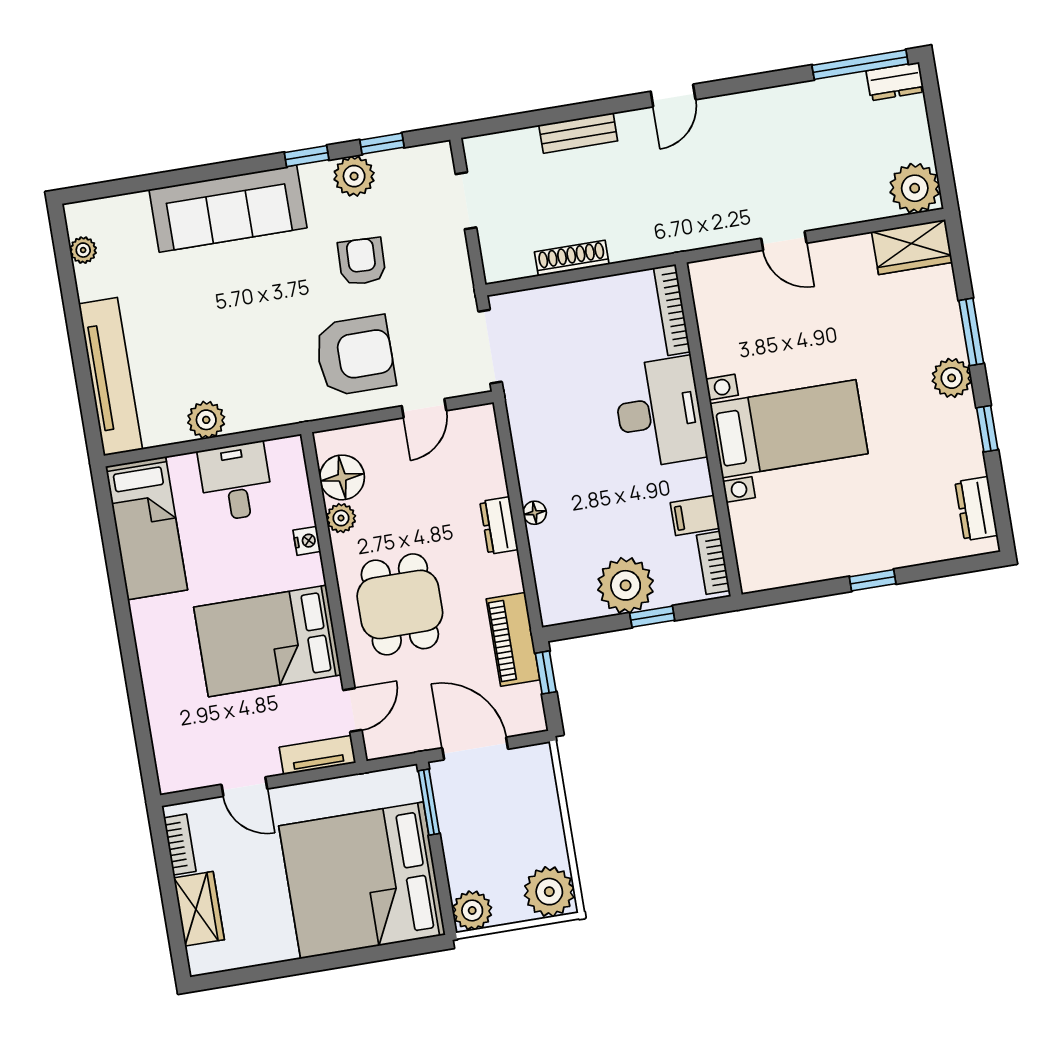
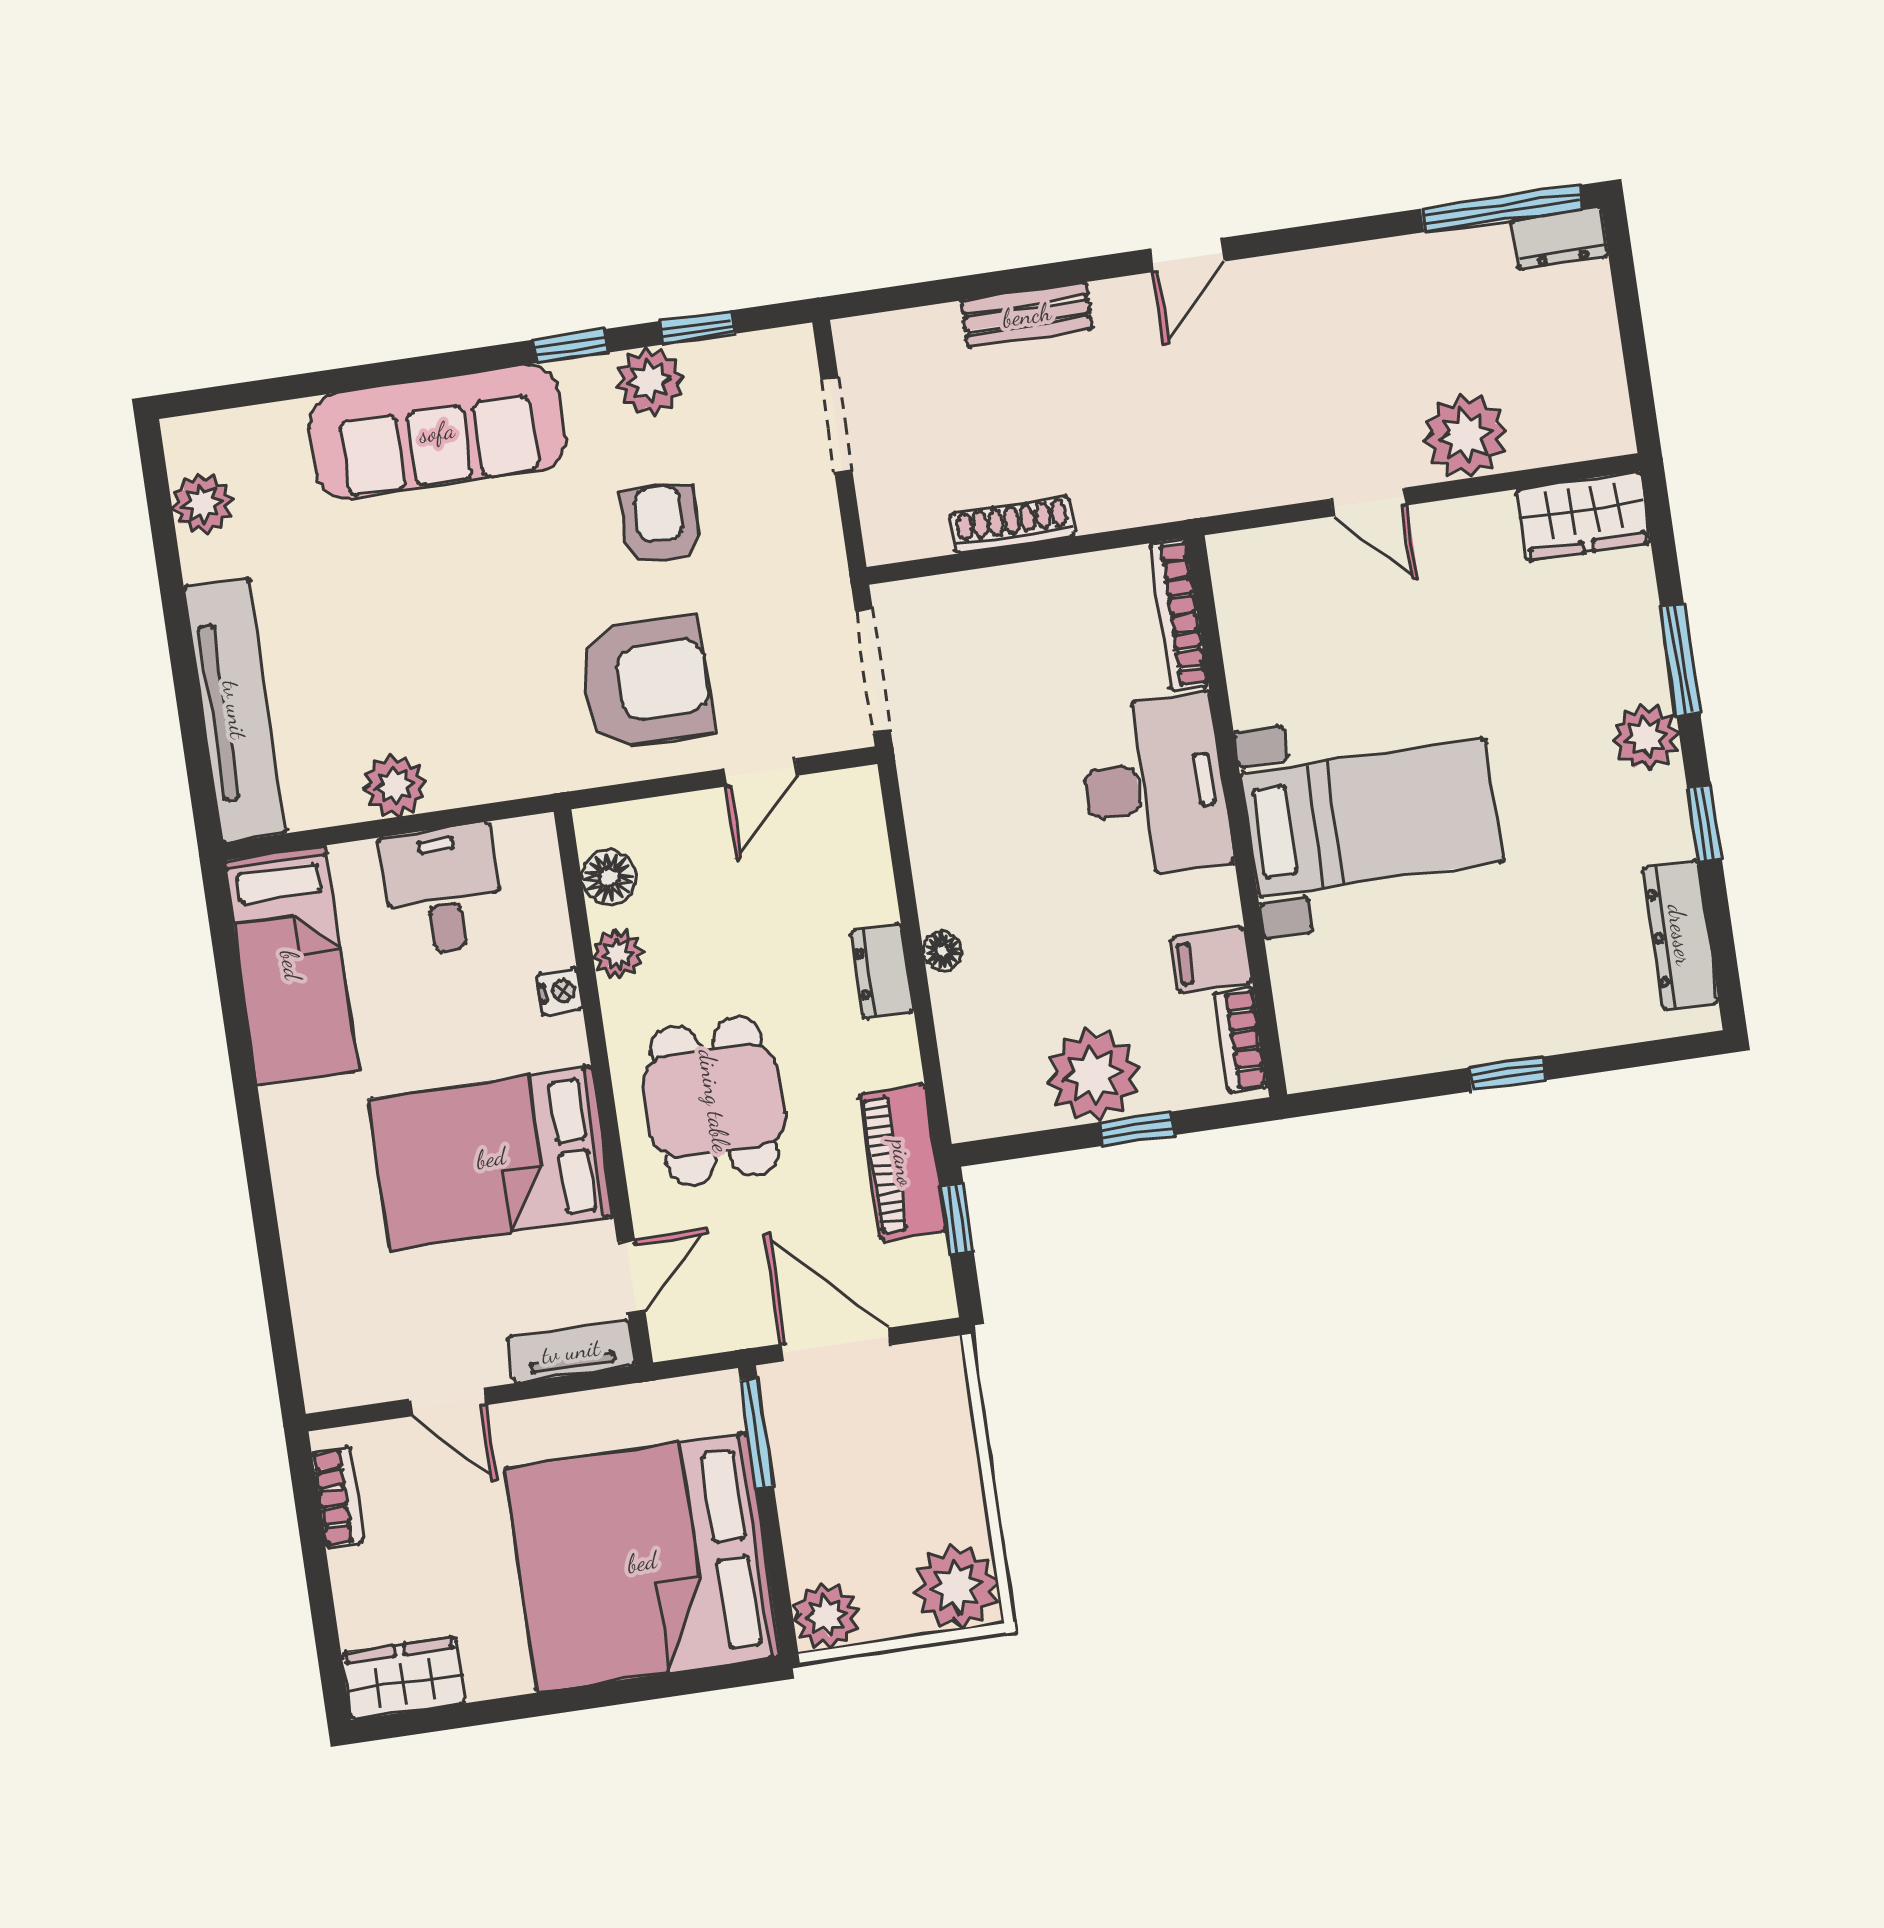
plant: (915, 188) -> (1465, 436), moved
plant: (83, 250) -> (203, 504), width x1.38, depth x1.38
floor lamp: (342, 477) -> (609, 877), width x0.73, depth x0.73
dresser: (976, 509) -> (1680, 935), width x1.44
wardrobe: (199, 909) -> (403, 1678), moved, turned -90

